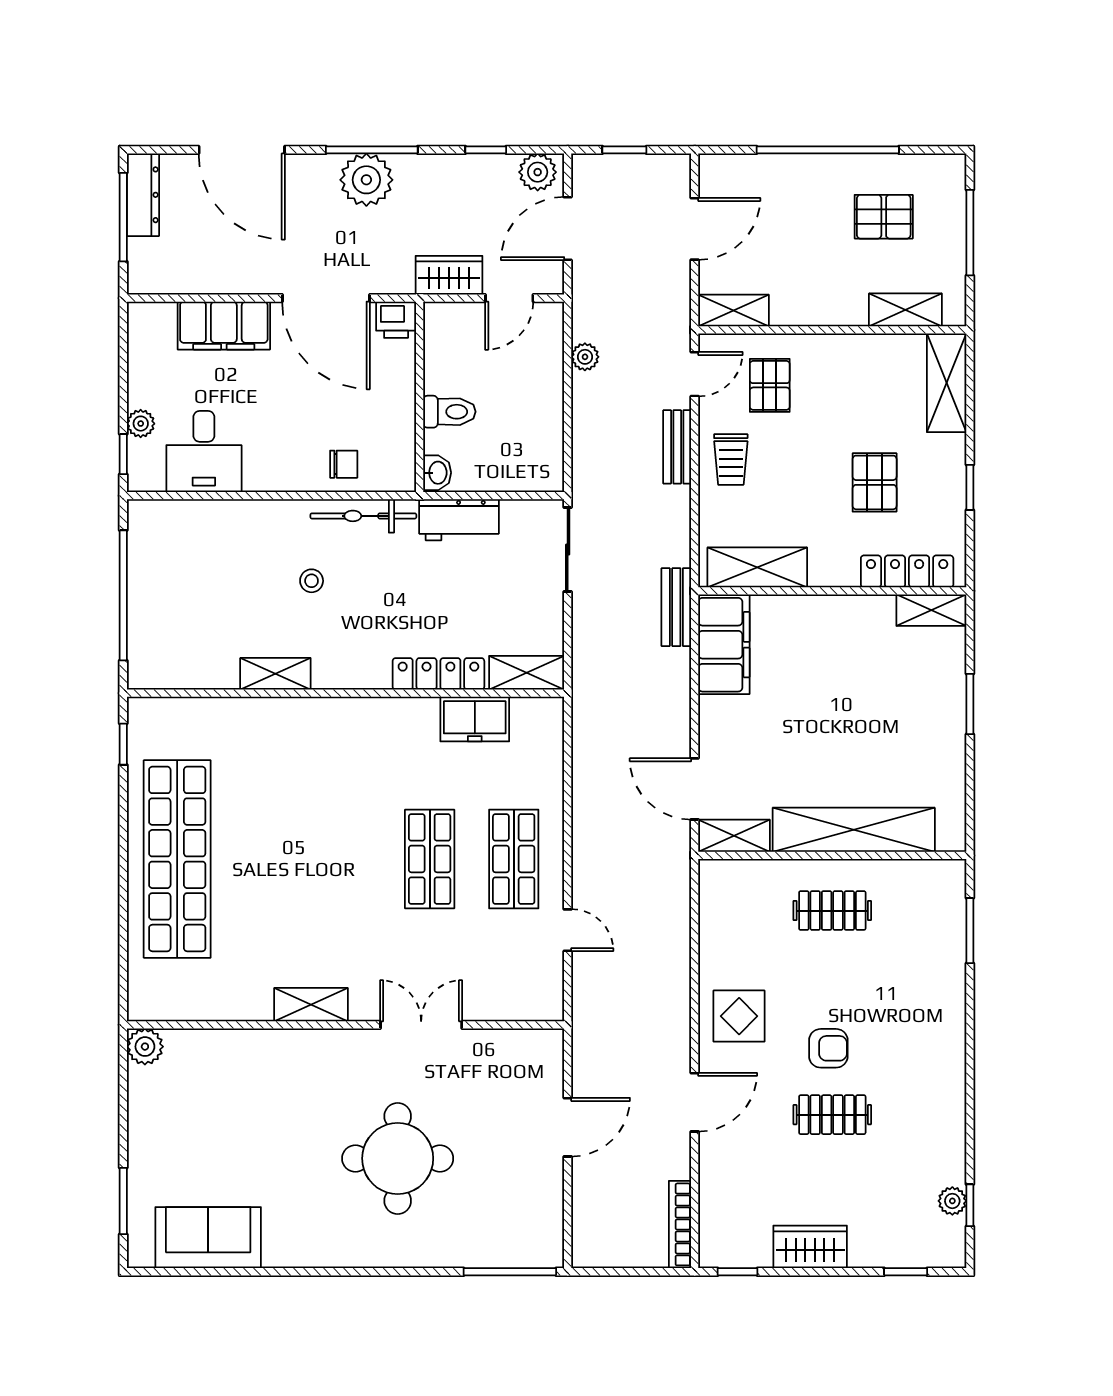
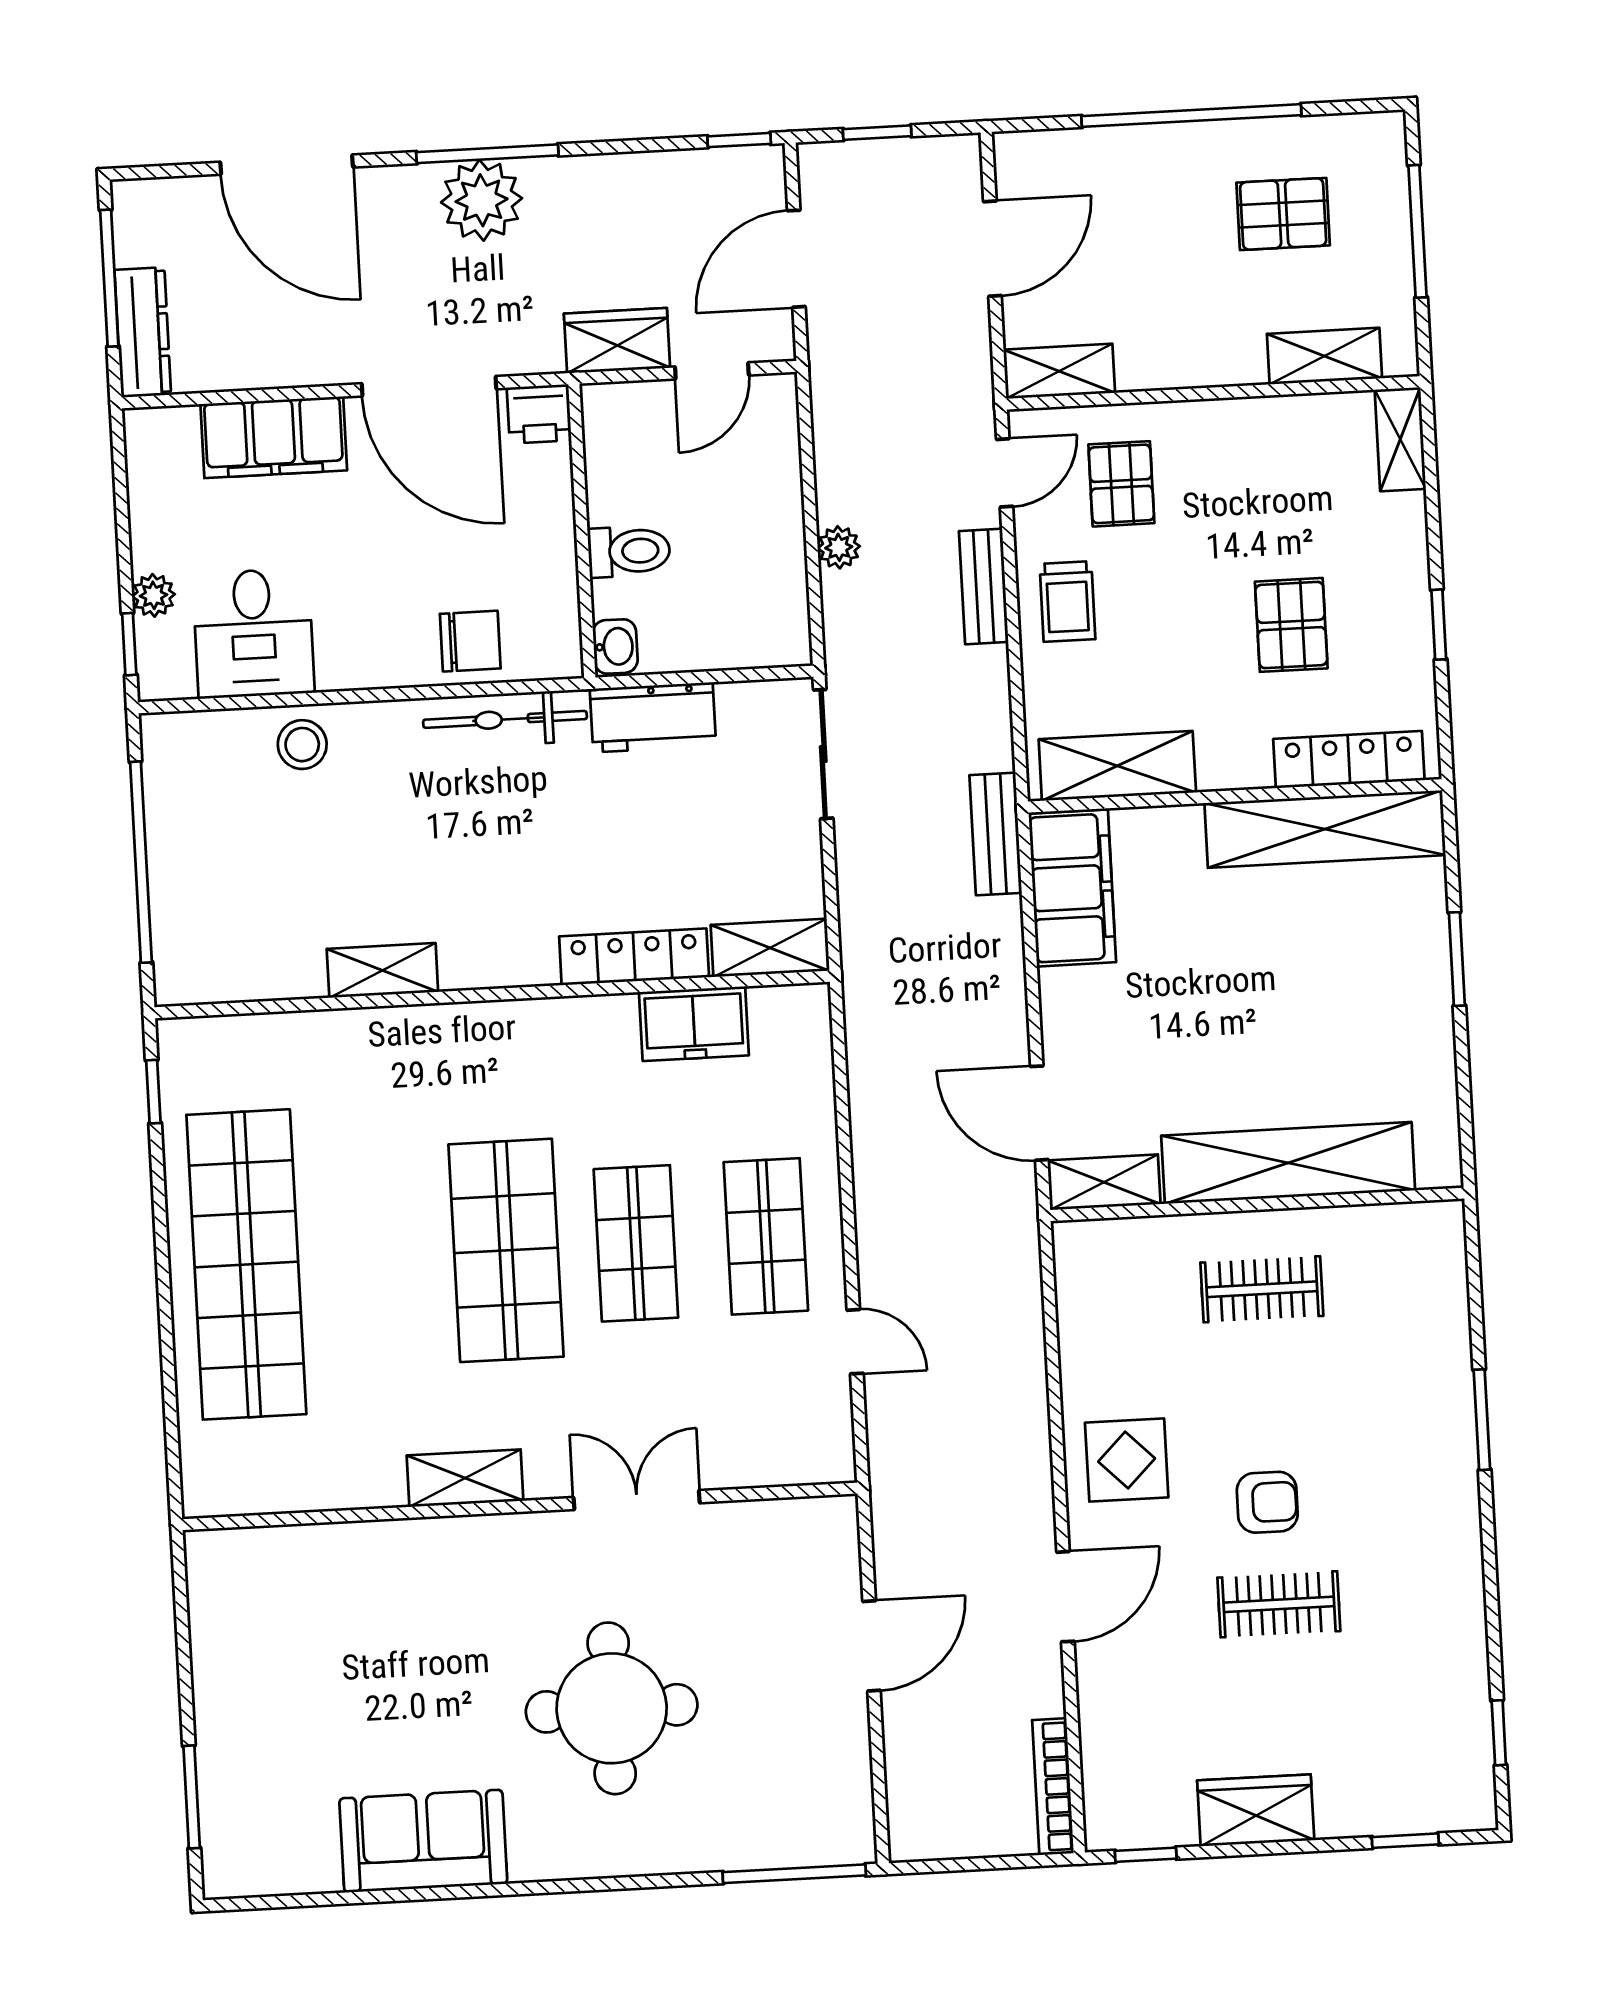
window: (486, 150) -> (739, 140), moved
plant: (538, 172) -> (745, 174), removed
dresser: (143, 195) -> (143, 332), moved
plant: (585, 357) -> (839, 547), moved
shelving: (947, 383) -> (1400, 439), width x0.67, depth x0.75
chair: (344, 464) -> (470, 641), width x1.37, depth x1.37
stool: (312, 581) -> (302, 745), moved, width x1.37, depth x1.37
shelving: (931, 610) -> (1325, 829), width x2.20, depth x1.33
shop shelf: (345, 859) -> (506, 1250), added
window: (970, 931) -> (1482, 1420), moved
plant: (145, 1047) -> (212, 1557), removed
plant: (952, 1201) -> (1471, 1728), removed
sofa: (208, 1238) -> (423, 1841), moved

